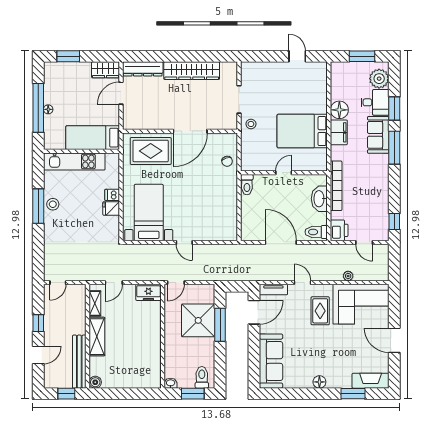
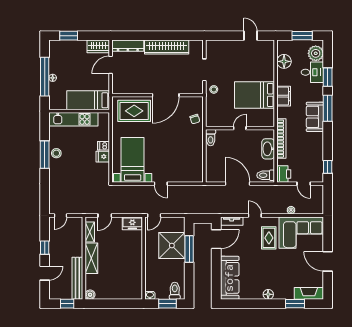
floor lamp: (339, 110) -> (284, 61), moved
sofa: (378, 135) -> (315, 117), moved

